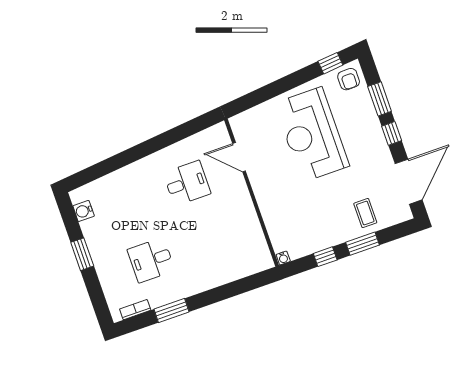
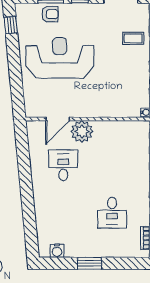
armchair: (349, 79) -> (50, 14), moved
reception desk: (312, 135) -> (60, 58), turned 180
plant: (234, 191) -> (82, 131), added

